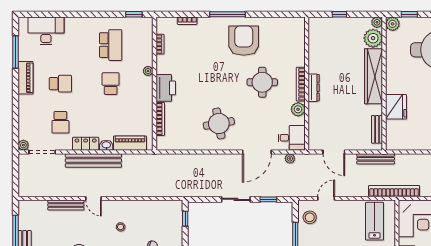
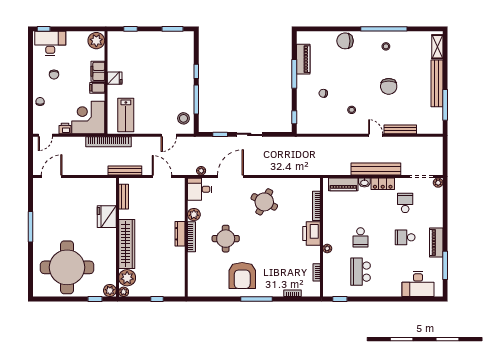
round table: (219, 123) -> (264, 202), turned 36

